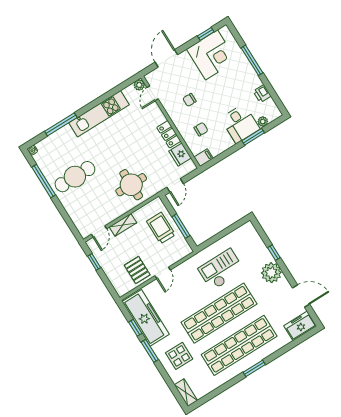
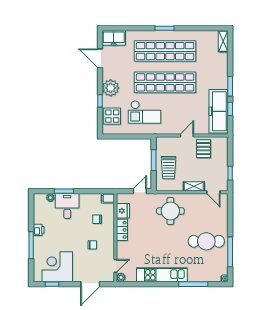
printer: (262, 94) -> (39, 230), moved
door: (99, 232) -> (213, 192), swing flipped
display table: (179, 356) -> (112, 116), moved

